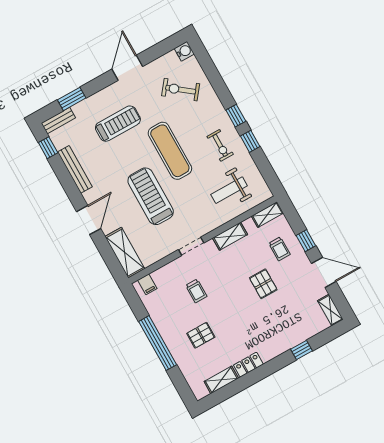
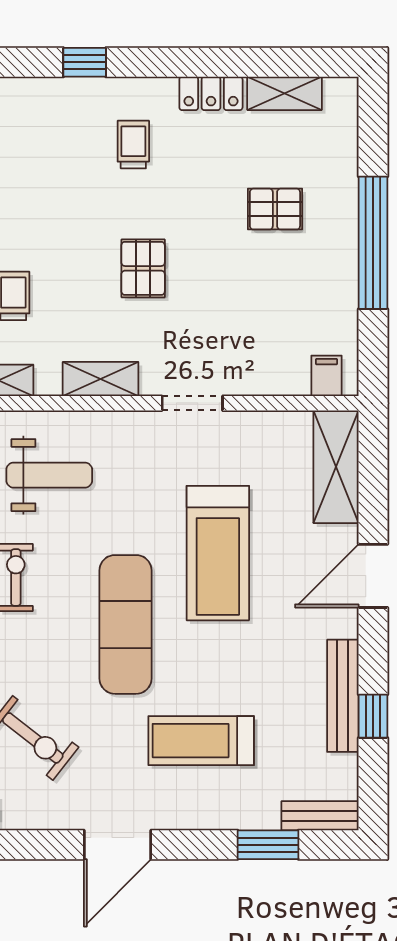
window: (48, 148) -> (373, 716), moved
pallet: (263, 284) -> (143, 268), moved
trolley: (196, 291) -> (133, 145), moved

